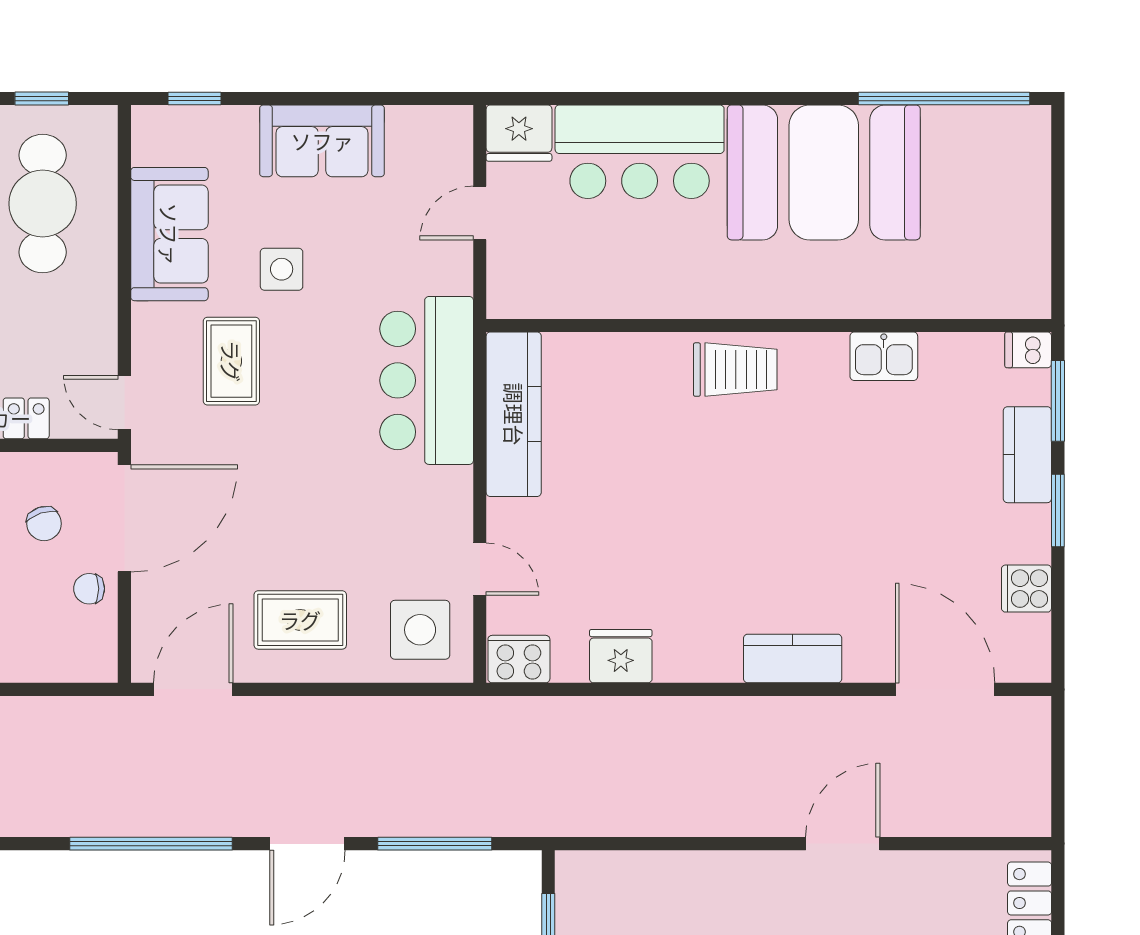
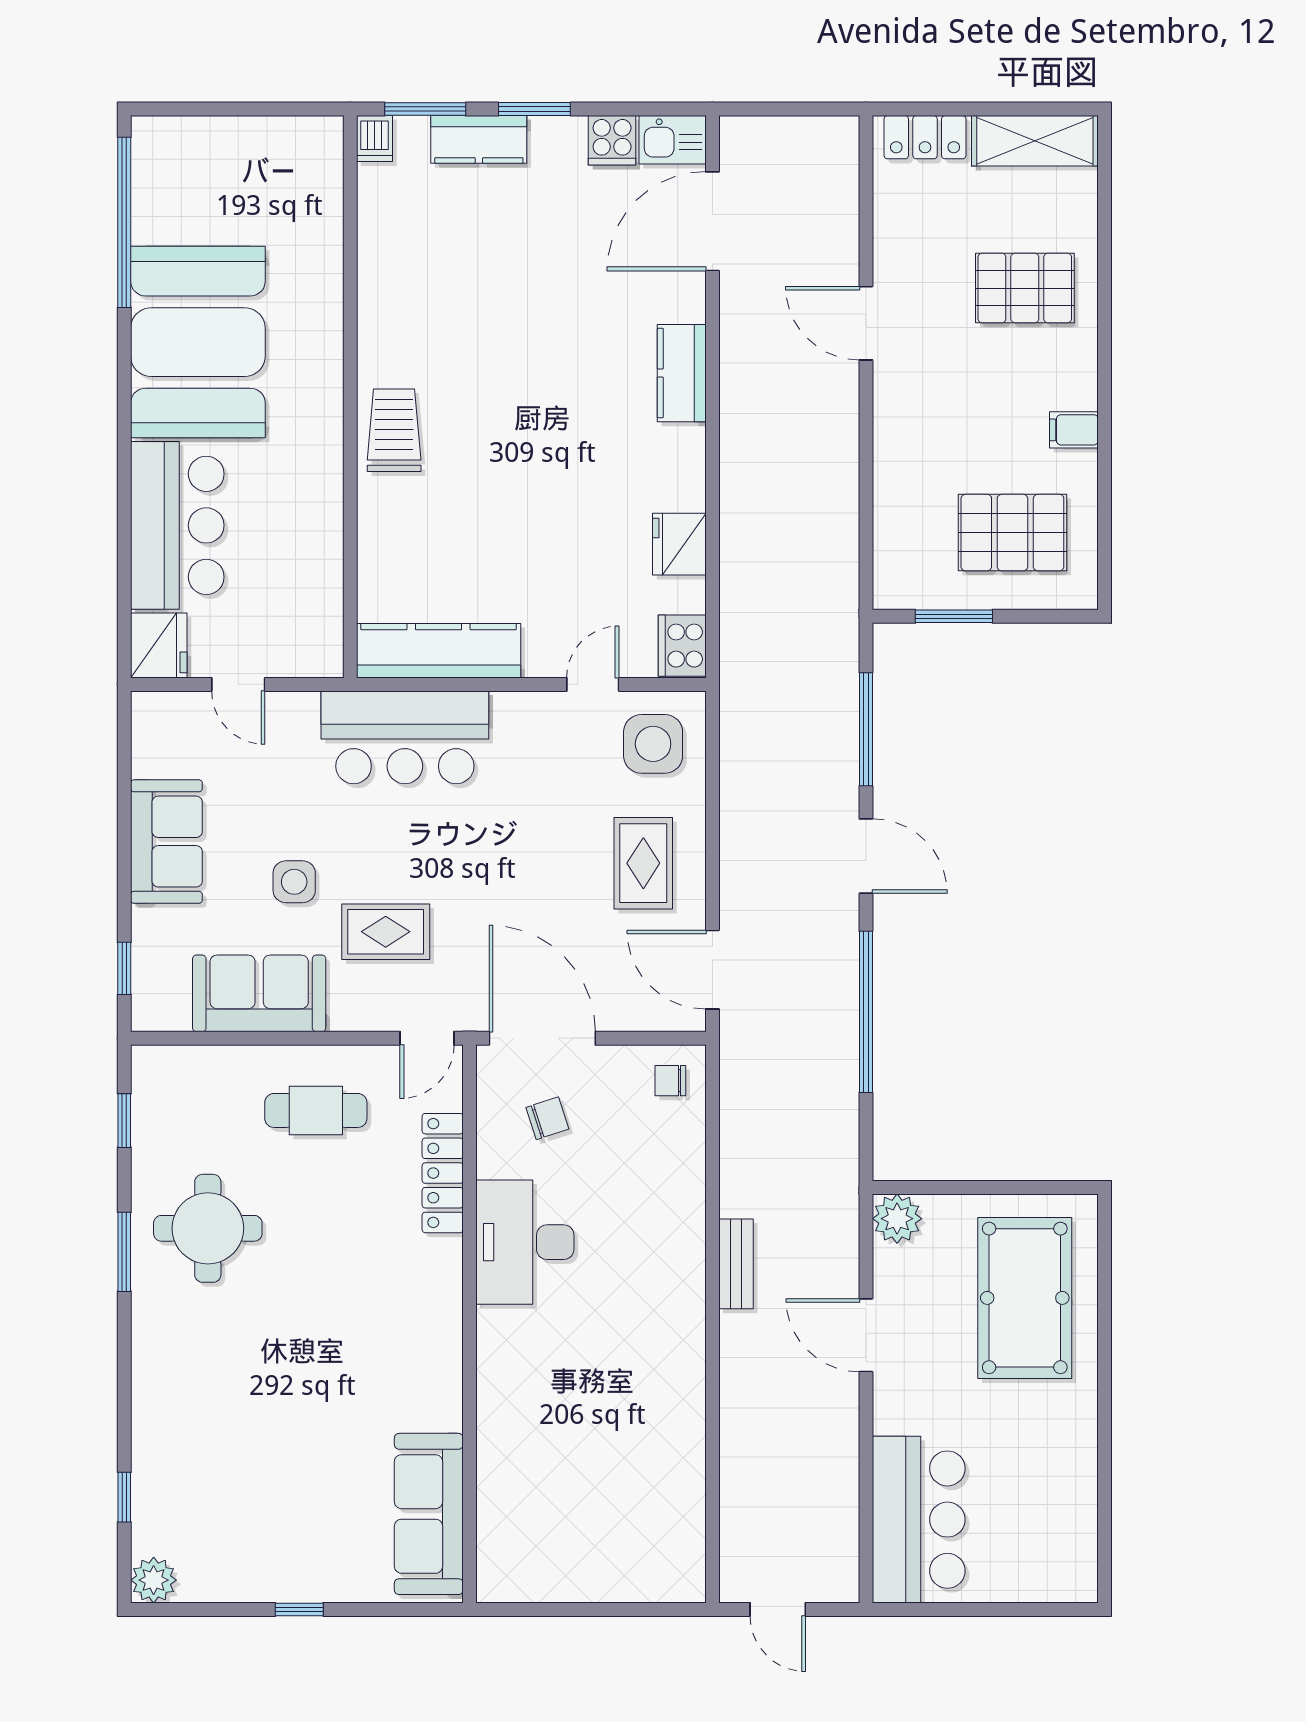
cafe table: (43, 204) -> (316, 1110), moved, width x0.73, depth x0.74
kitchen sink: (884, 356) -> (673, 140), moved, turned 90
chair: (89, 589) -> (670, 1081), moved, turned 90

